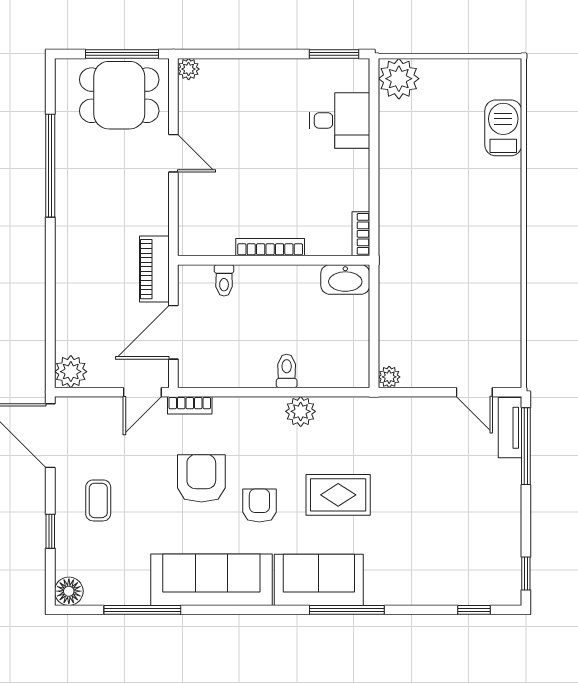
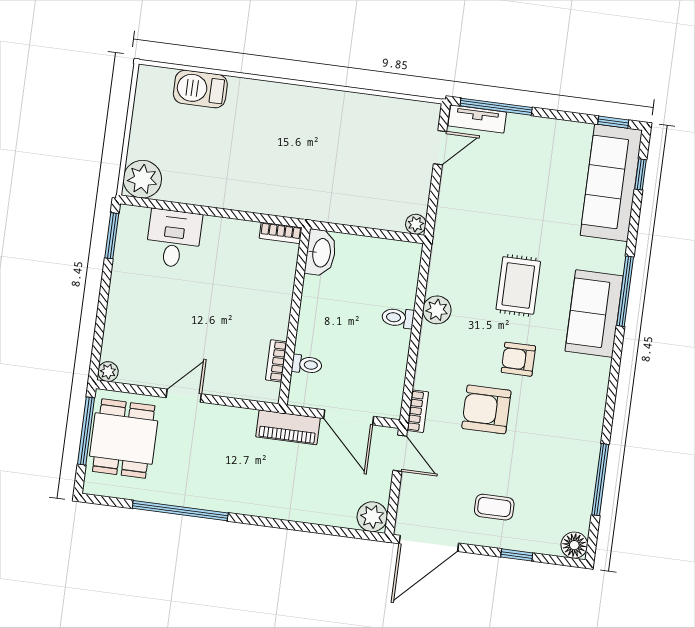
bookcase: (270, 247) -> (276, 361), moved, width x0.64
sofa: (211, 580) -> (611, 183), moved

